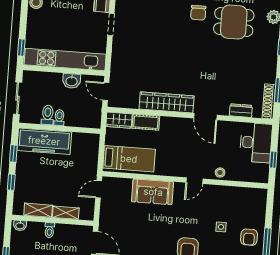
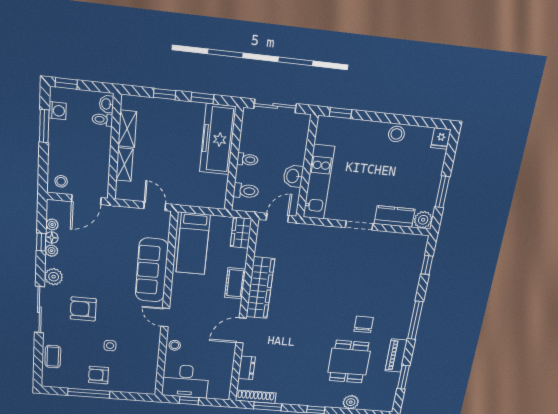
chair: (198, 13) -> (364, 324), turned 90
kitchen unit: (65, 59) -> (319, 182), width x0.73
toilet: (48, 115) -> (246, 191), moved
cot: (146, 122) -> (235, 283), moved
desk: (256, 143) -> (185, 381), moved
sofa: (153, 192) -> (152, 270), width x1.36
toilet: (50, 230) -> (102, 120), moved

